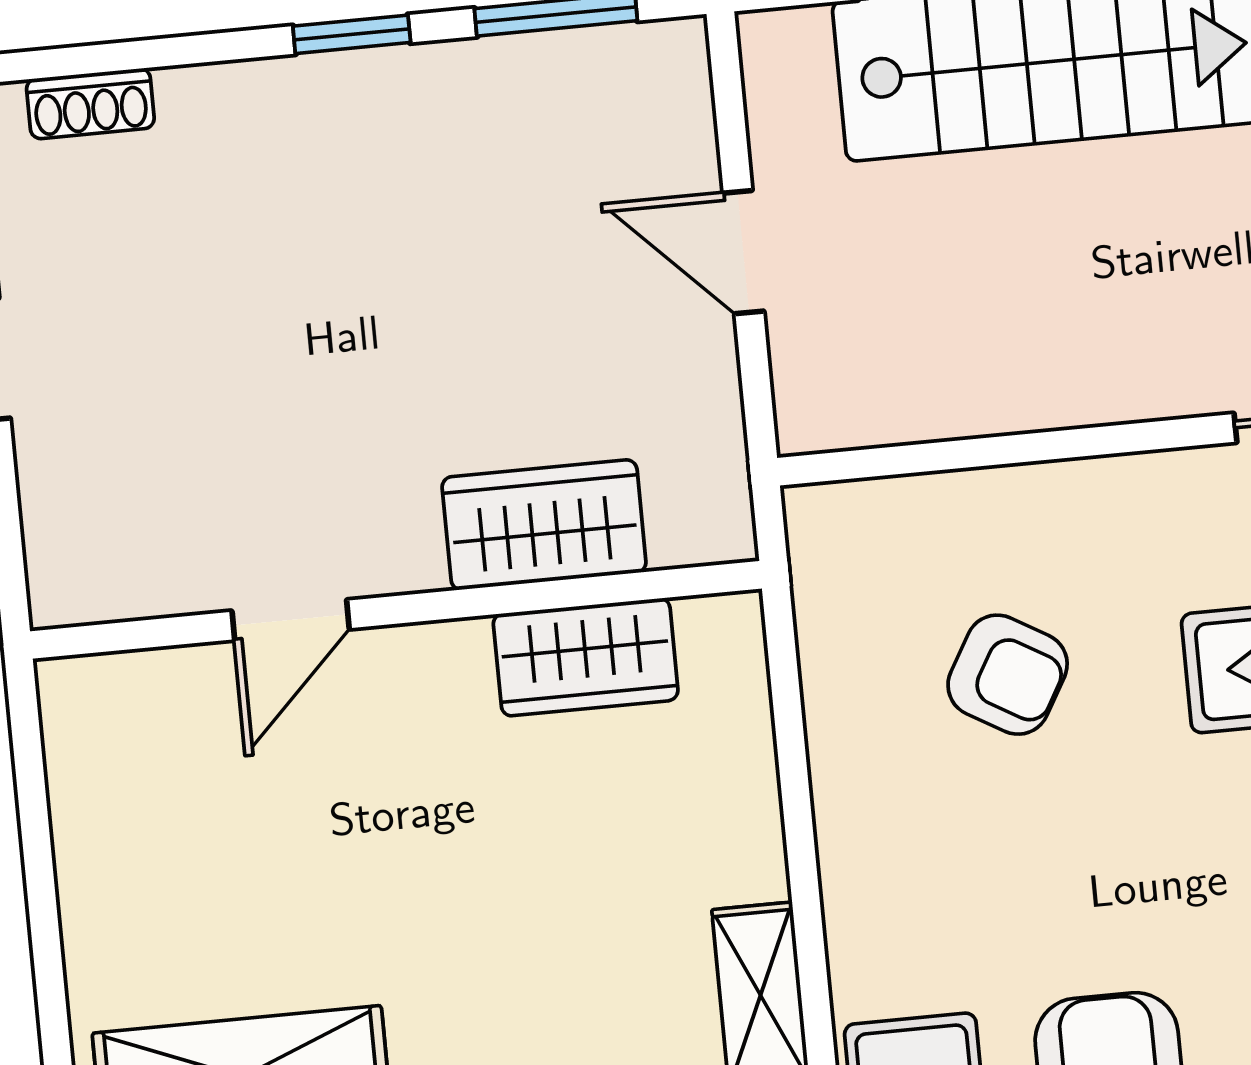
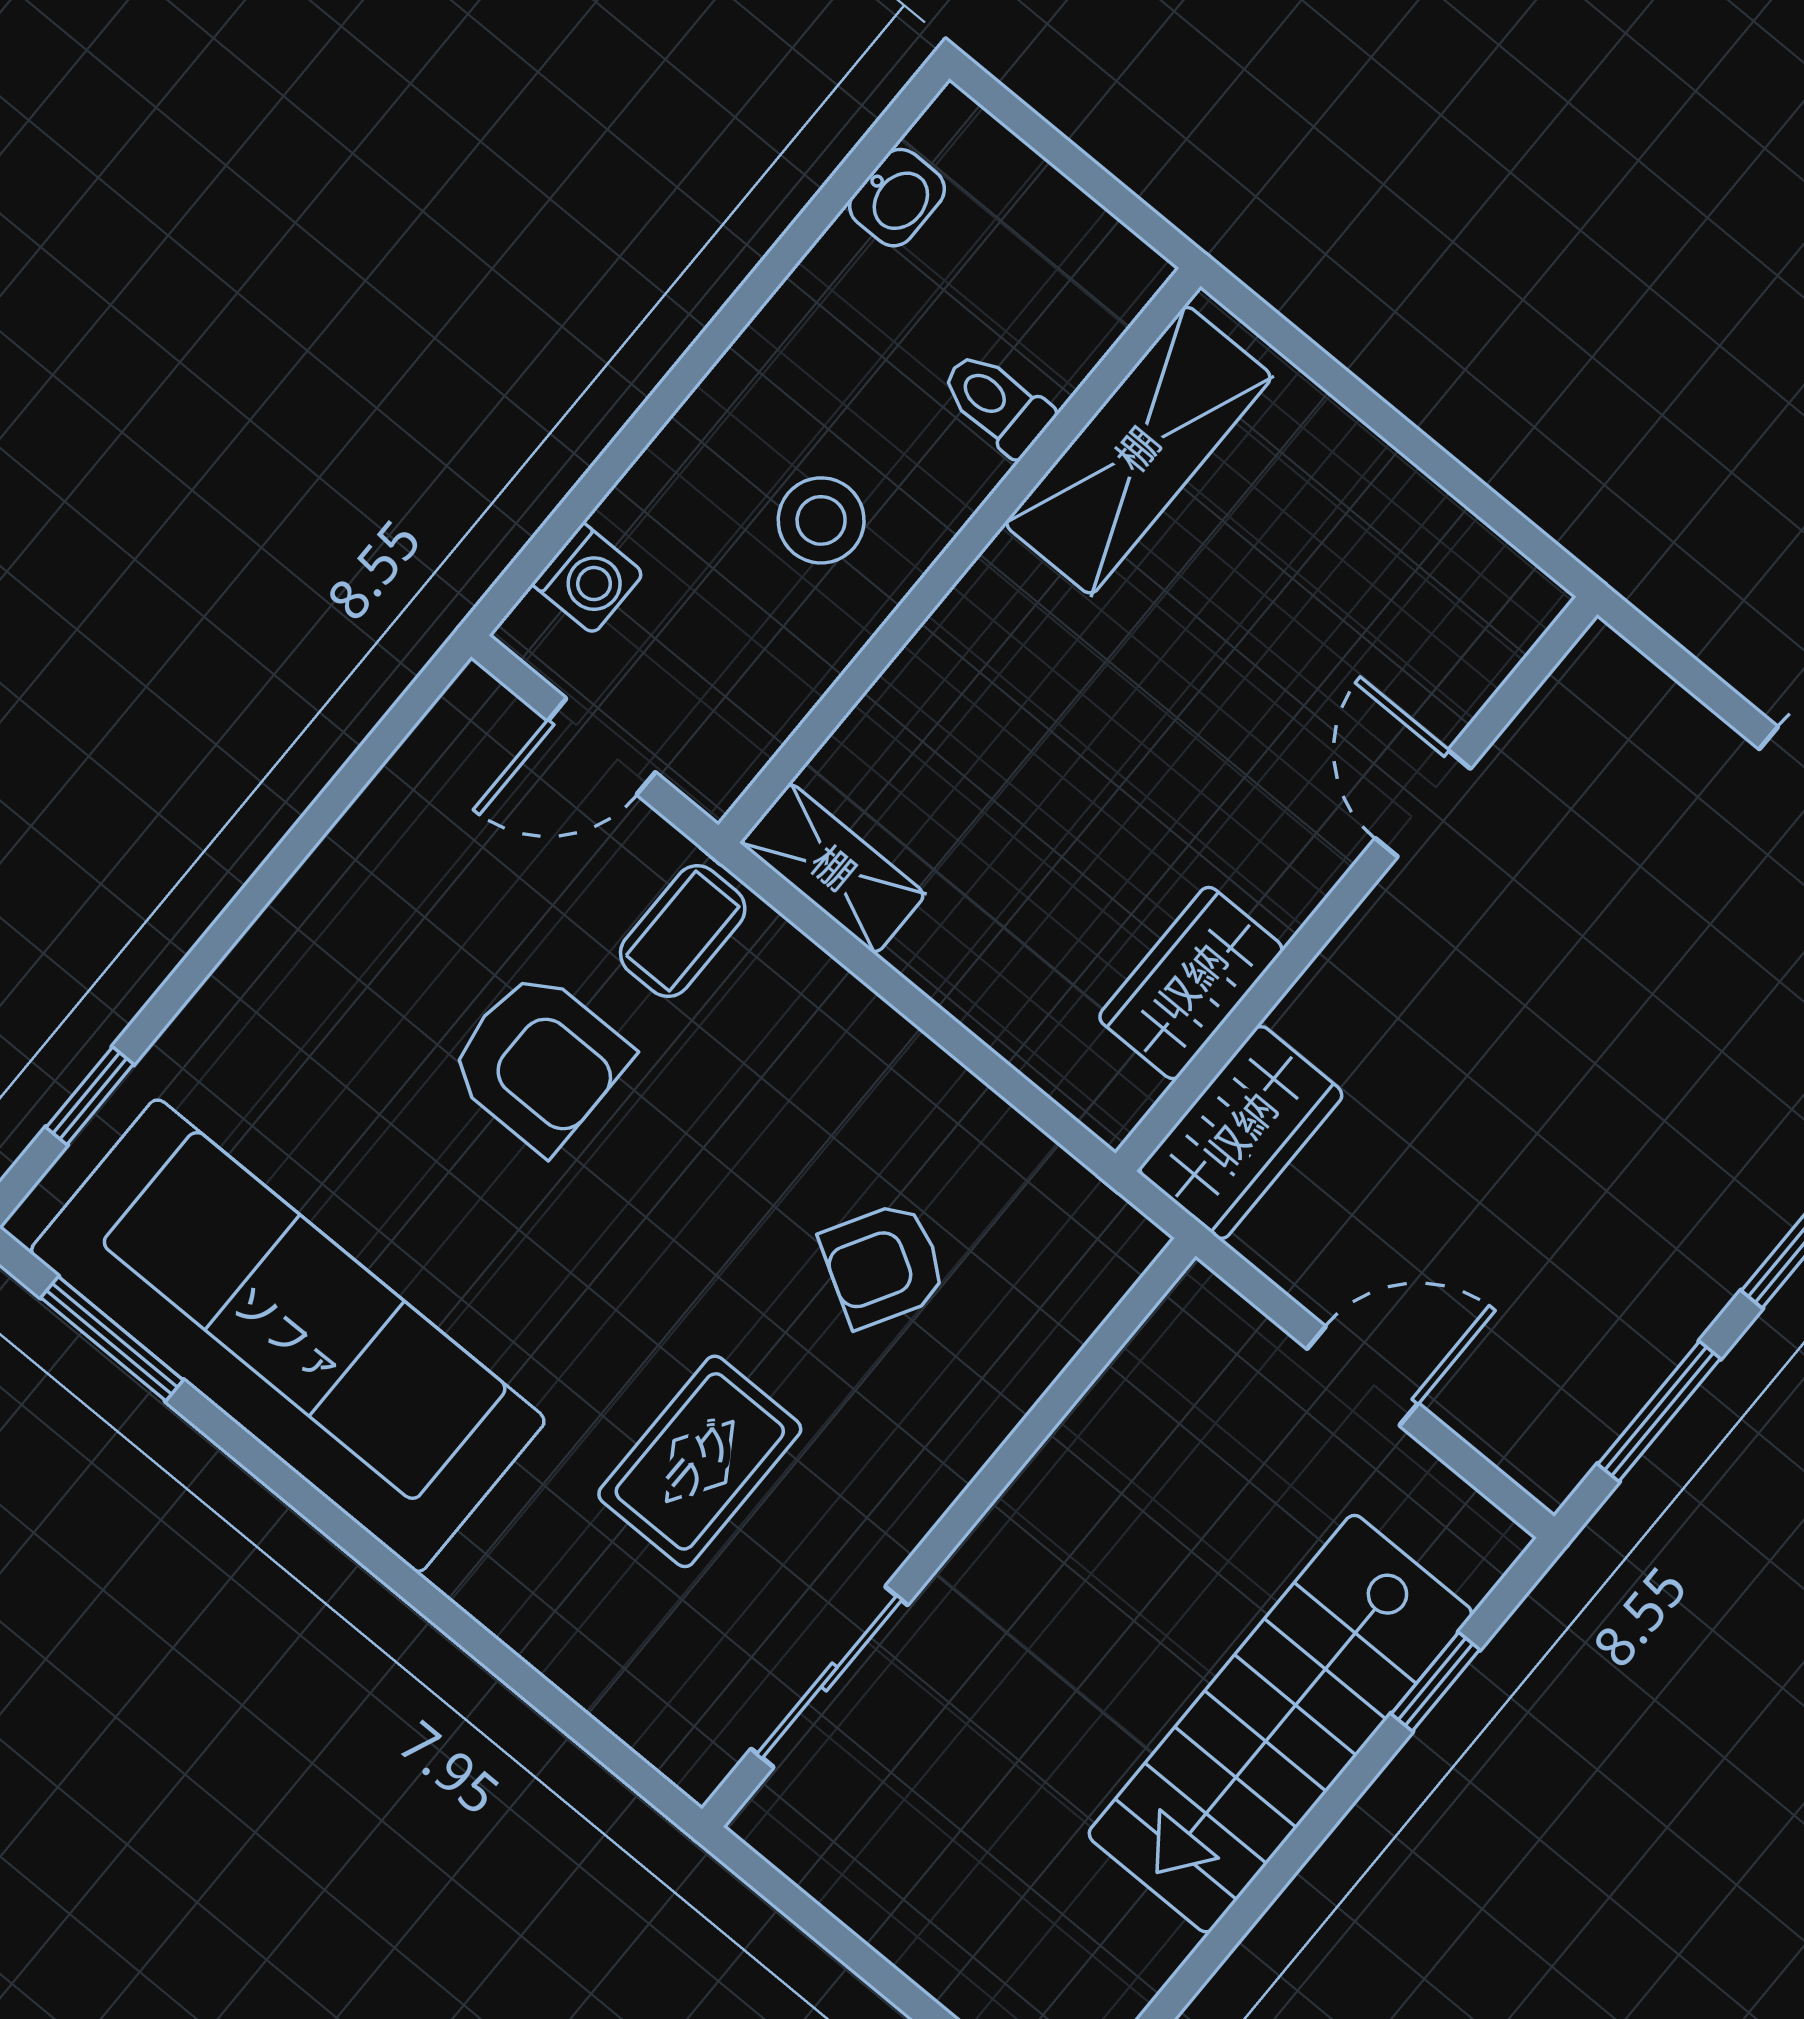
wardrobe: (544, 525) -> (1241, 1132), moved

